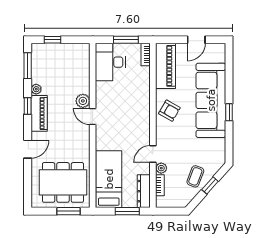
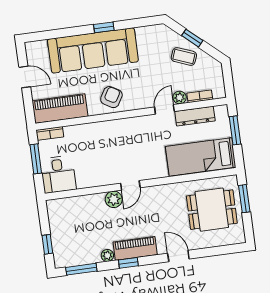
desk: (110, 62) -> (58, 174), width x0.73
door: (153, 154) -> (164, 109), swing flipped
dining table: (63, 182) -> (212, 210), width x0.73
dresser: (144, 191) -> (195, 116), moved

